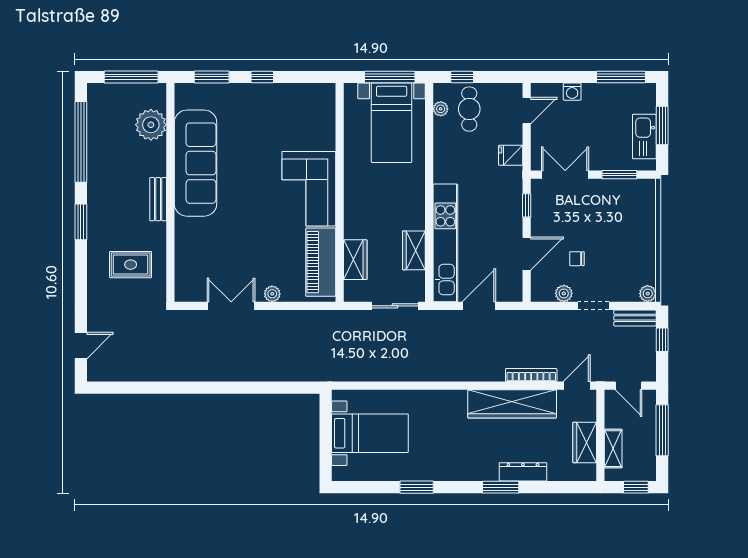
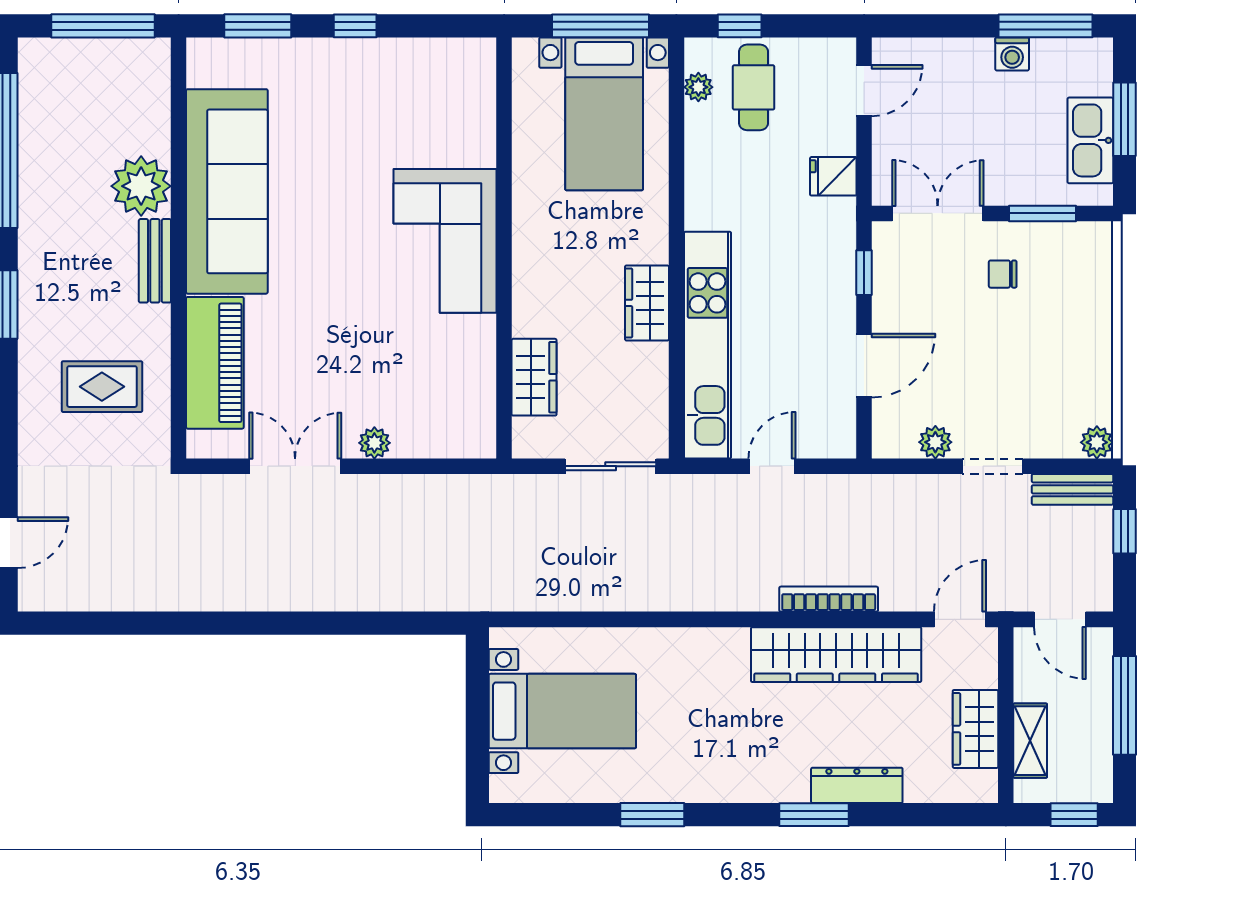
washing machine: (572, 92) -> (1012, 54), moved
plant: (151, 125) -> (141, 186), moved
wardrobe: (414, 250) -> (647, 303), moved
chair: (577, 259) -> (1003, 274), moved
piano: (321, 262) -> (215, 363), moved, turned 180
door: (479, 306) -> (772, 466), width x0.73
bookcase: (531, 375) -> (829, 599), moved

